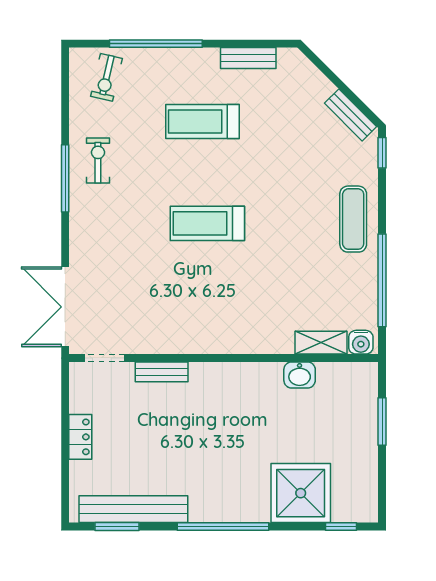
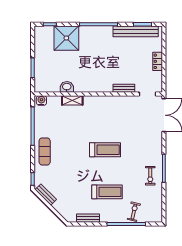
exercise bike: (106, 77) -> (134, 212), moved
shelving: (321, 343) -> (72, 100), moved

